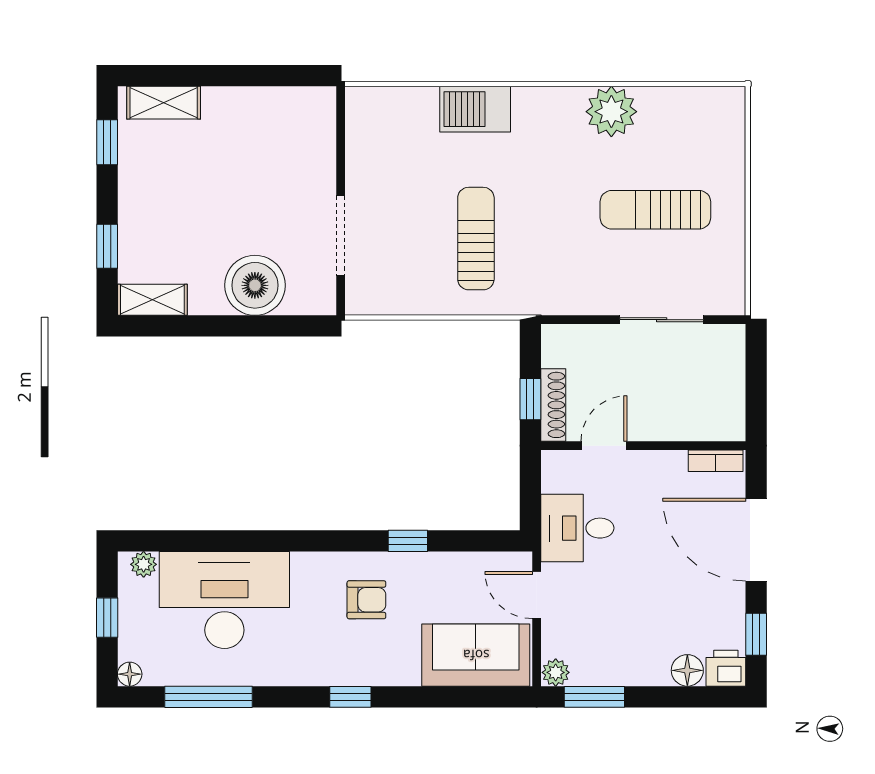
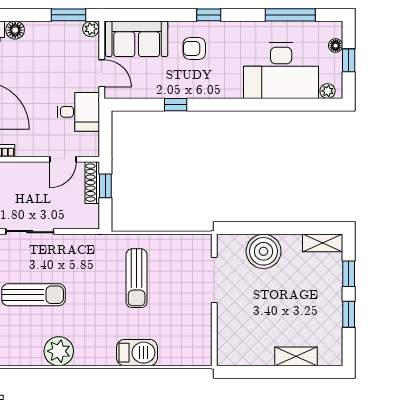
shelving: (164, 103) -> (296, 356), moved
window: (107, 142) -> (349, 314), moved
armchair: (366, 600) -> (194, 49), moved
floor lamp: (130, 674) -> (336, 46), moved

